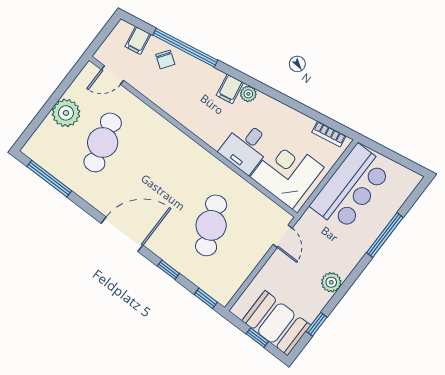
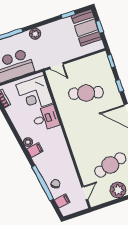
door: (112, 75) -> (85, 193), hinge flipped
cafe table: (211, 225) -> (86, 93), turned 39
door: (283, 236) -> (56, 66), swing flipped
plant: (331, 282) -> (35, 34), moved

